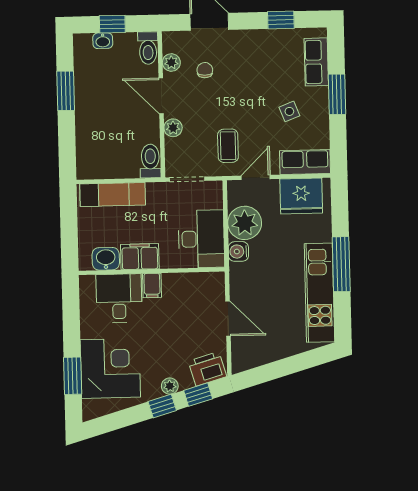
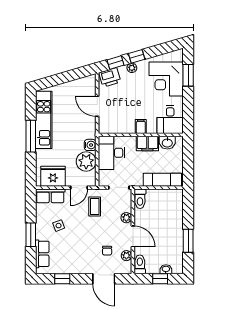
desk: (119, 298) -> (170, 120), moved

